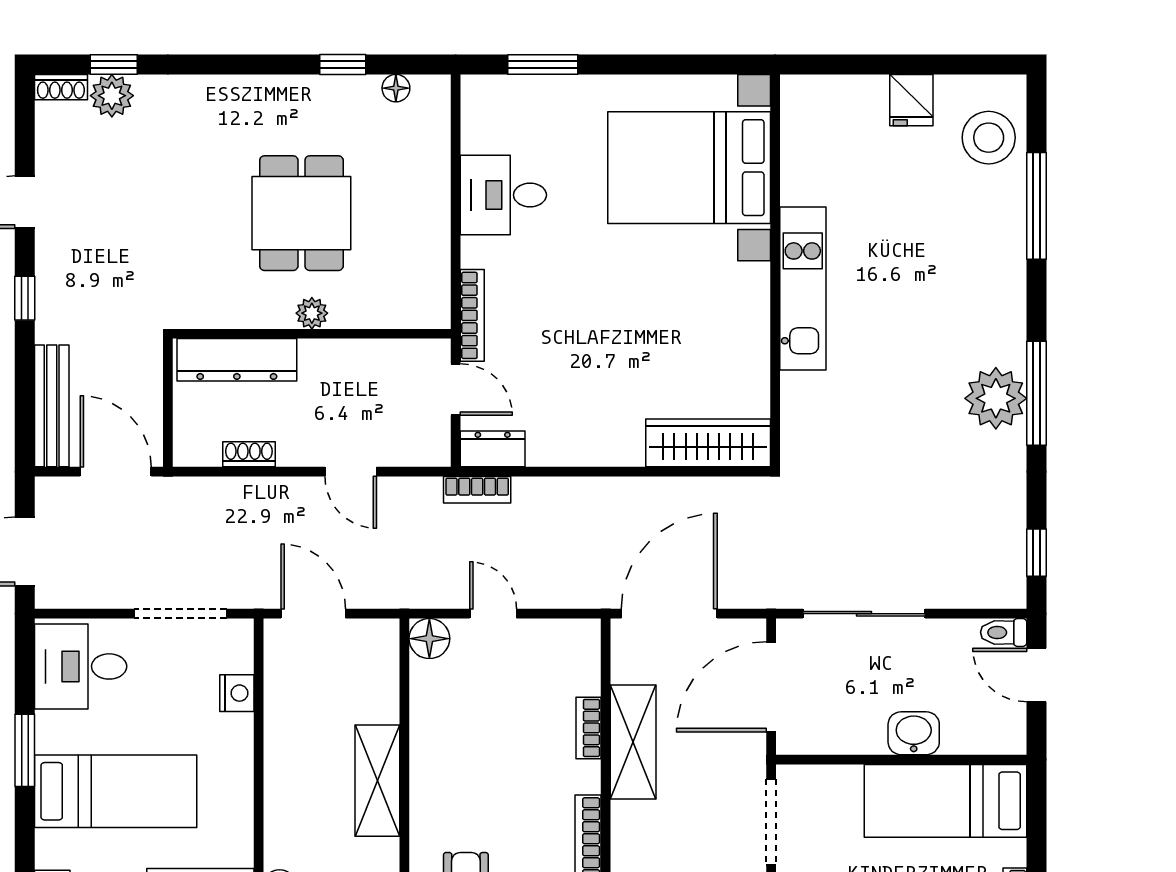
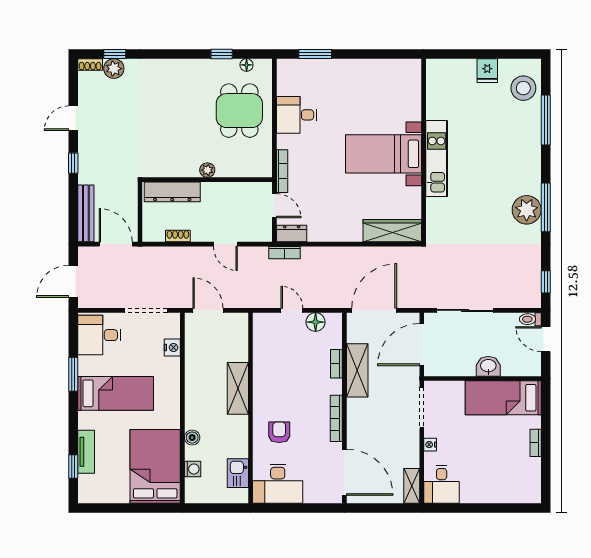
bed with nightstands: (689, 168) -> (383, 154), moved, width x0.73
dining table: (301, 213) -> (239, 111), moved
floor lamp: (429, 639) -> (316, 322), moved

